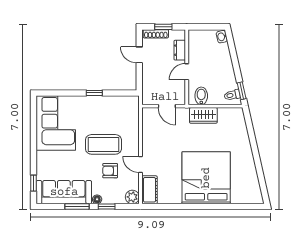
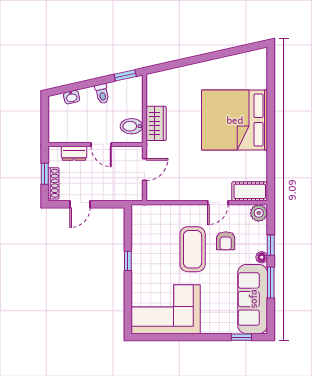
washbasin: (222, 37) -> (72, 97), moved
toilet: (232, 95) -> (102, 94), moved

